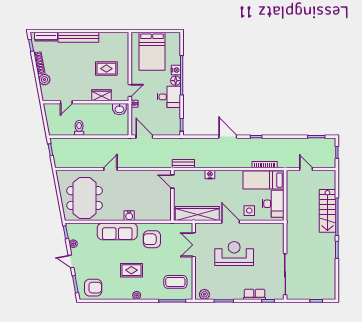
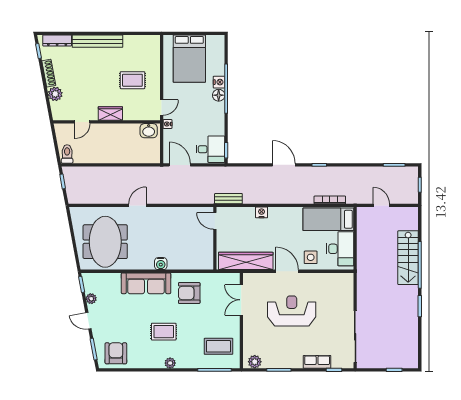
wardrobe: (102, 95) -> (110, 114), moved
desk: (169, 97) -> (210, 149), moved
toilet: (79, 128) -> (67, 154), moved
armchair: (93, 288) -> (116, 353), turned -90

